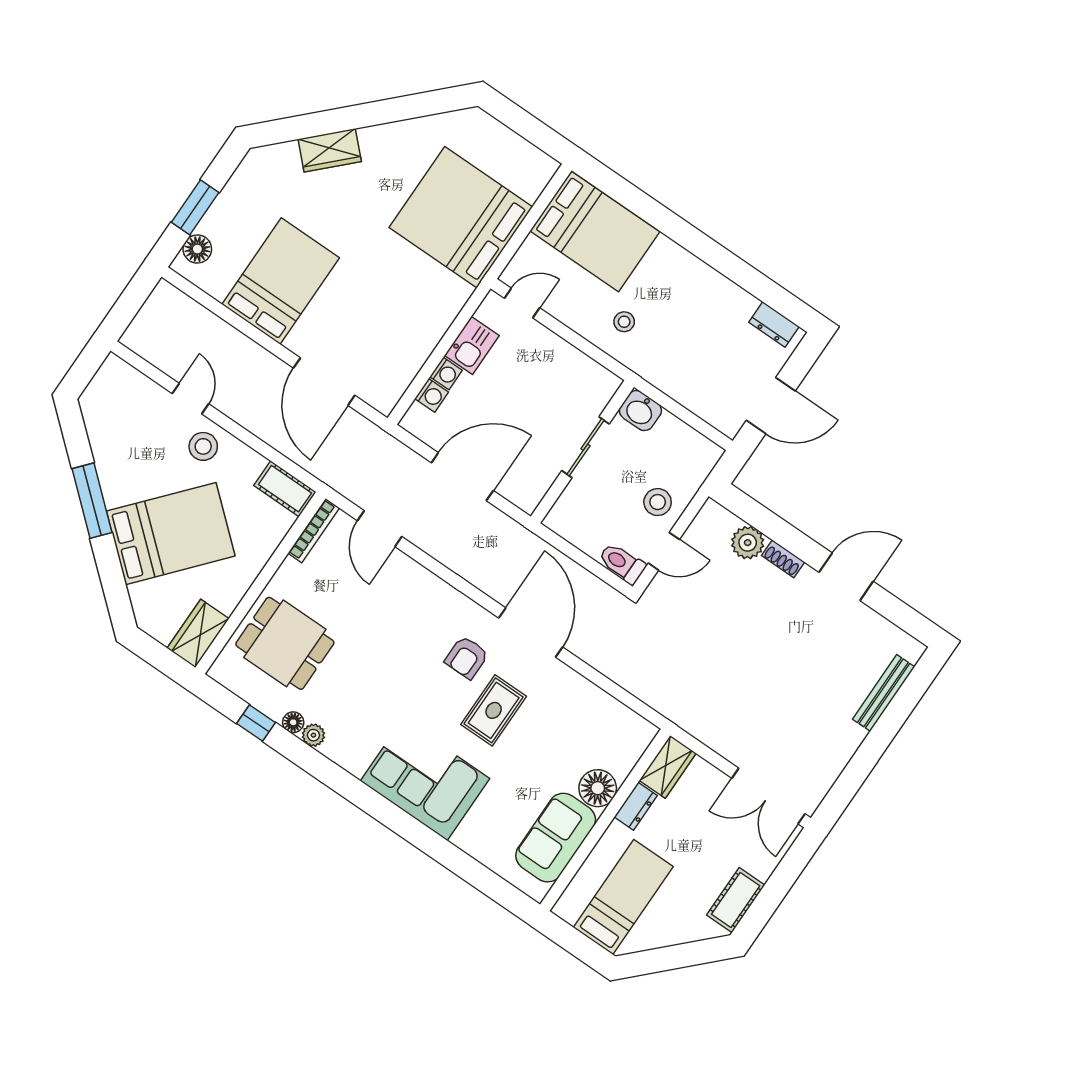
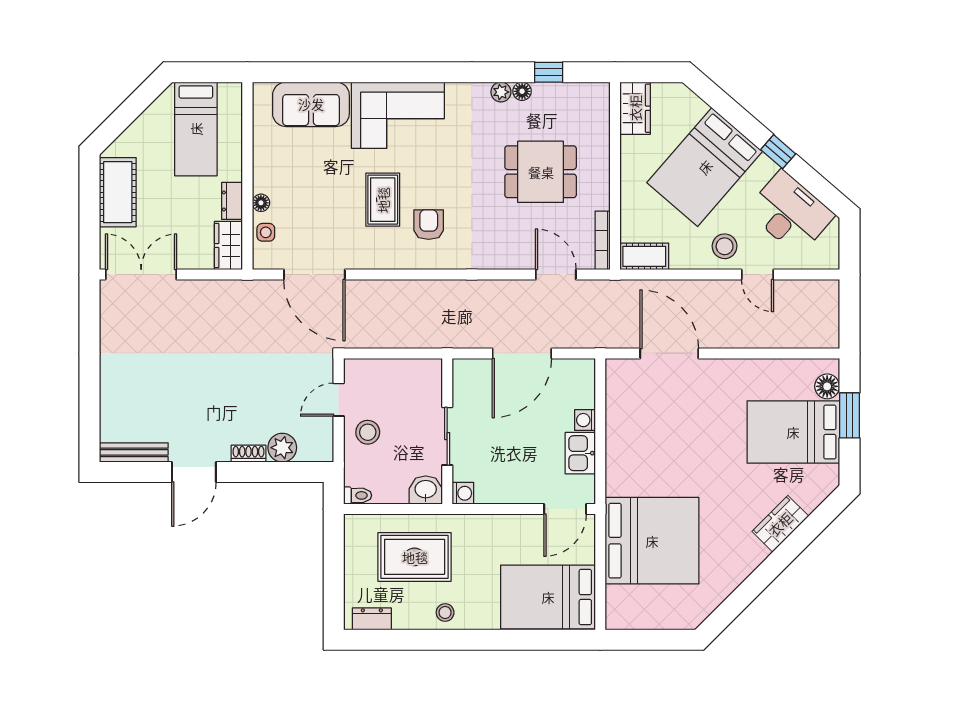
bed: (281, 281) -> (793, 432), moved, turned 90
door: (522, 303) -> (565, 509), width x1.38
stool: (624, 322) -> (445, 612), moved
rug: (694, 355) -> (415, 557), added
washing machine: (432, 395) -> (463, 493), moved, turned 180
door: (771, 406) -> (334, 558), removed
desk: (120, 436) -> (790, 213), added
window: (92, 501) -> (778, 152), width x0.46
toilet: (622, 563) -> (358, 495), moved, width x0.73, depth x0.72
door: (531, 632) -> (314, 275), moved
dining table: (285, 643) -> (541, 172), moved
bench: (884, 693) -> (134, 452), moved, turned 90
side table: (624, 755) -> (266, 232), added
floor lamp: (598, 788) -> (261, 203), width x0.53, depth x0.53
sofa: (556, 838) -> (311, 104), moved, turned 90
cot: (736, 900) -> (118, 192), width x1.37, depth x1.34

